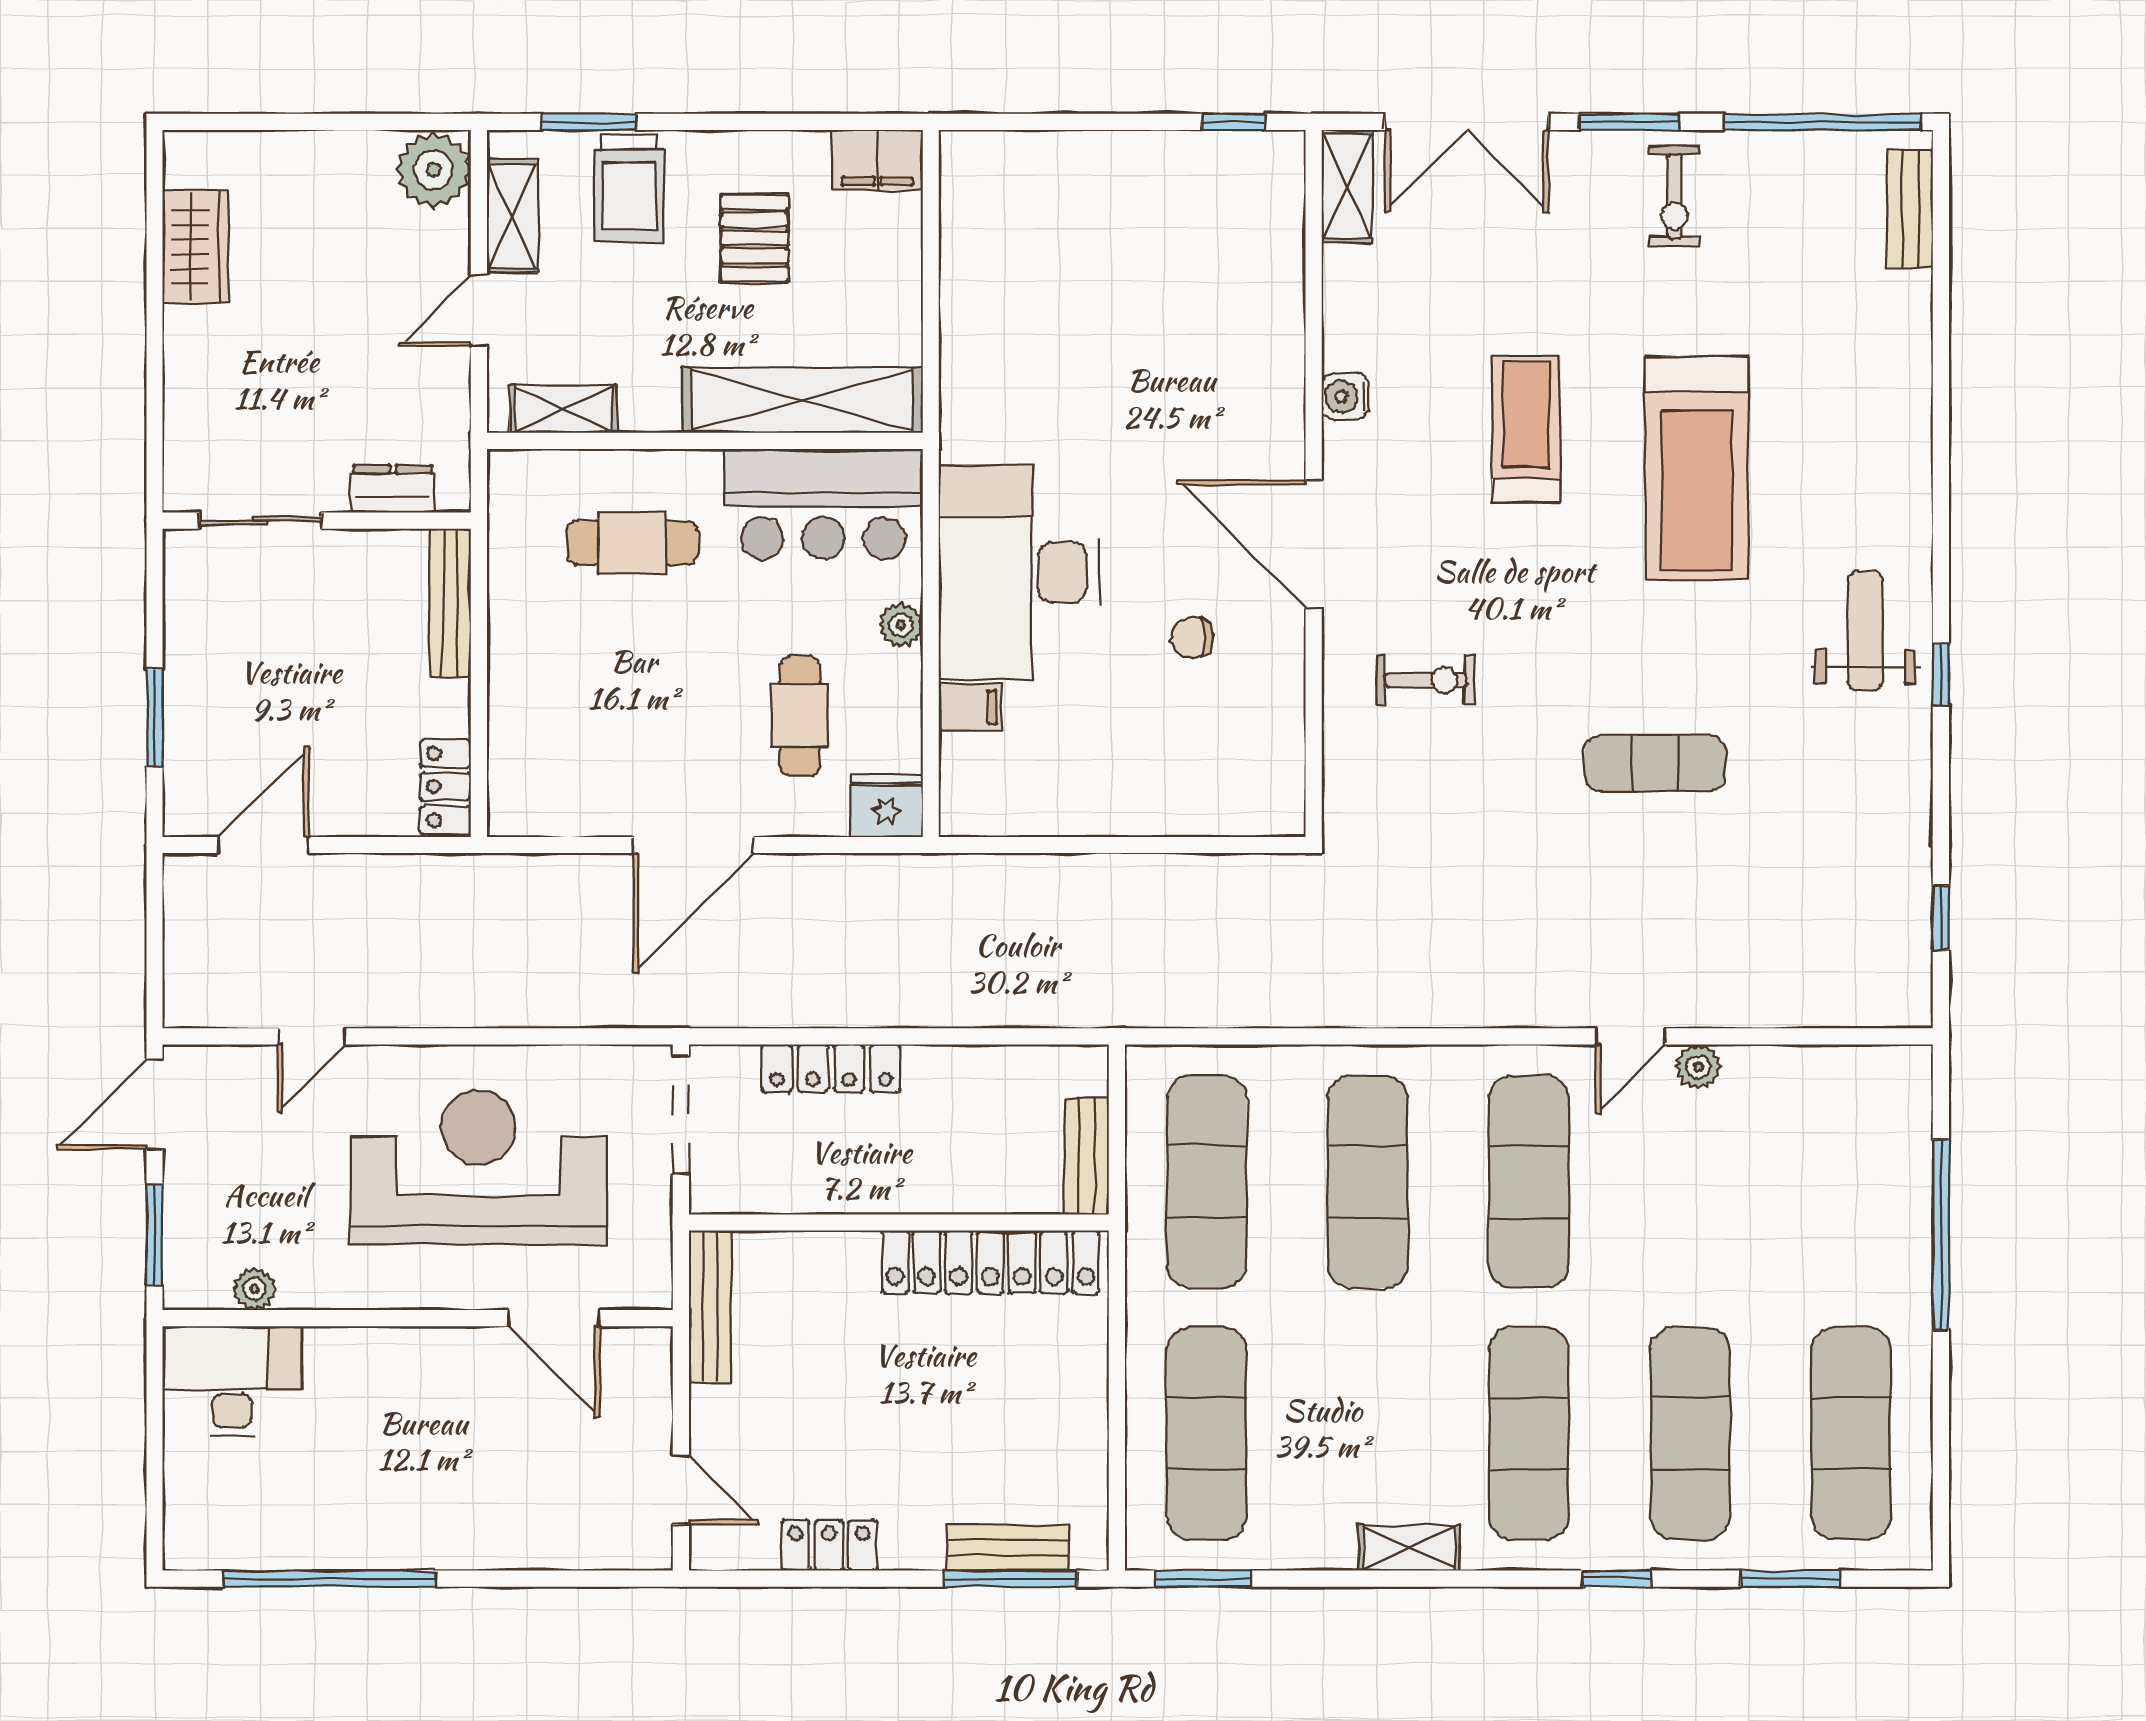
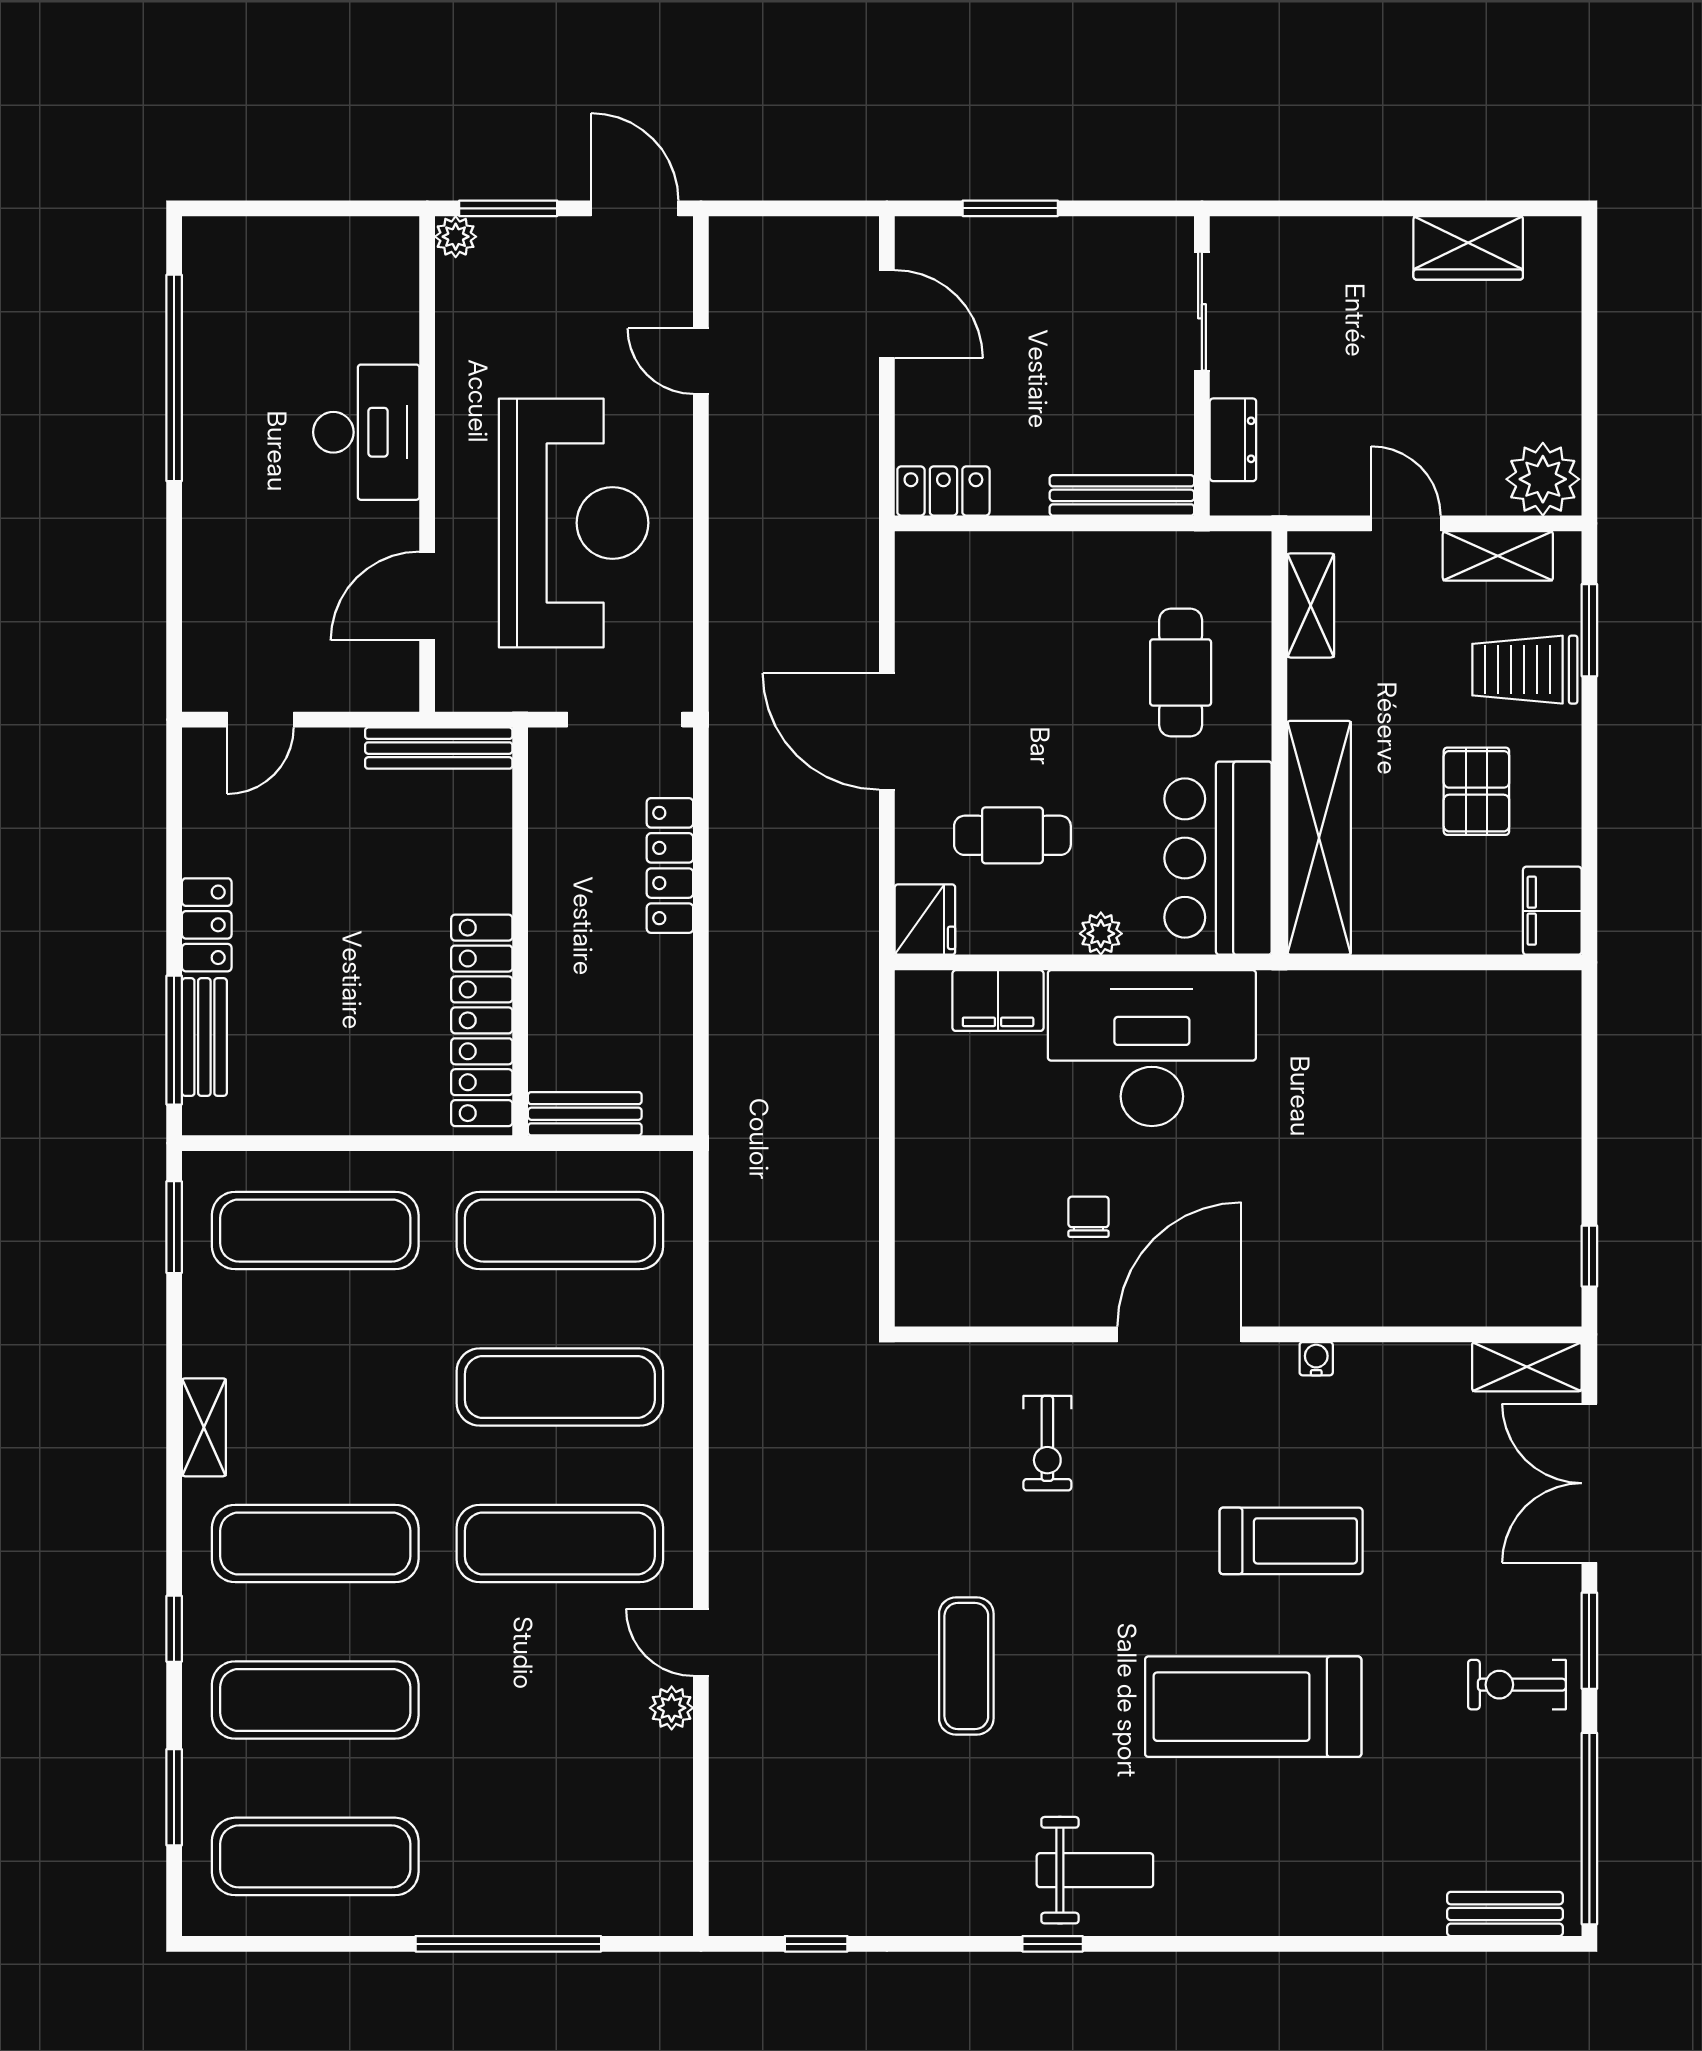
pallet: (755, 238) -> (1476, 791), turned 90
water cooler: (1345, 397) -> (1316, 1359), width x0.72, depth x0.72
filing cabinet: (970, 707) -> (998, 1001), width x2.00
plant: (254, 1289) -> (456, 237), moved
desk: (232, 1381) -> (366, 432), moved
locker: (829, 1545) -> (207, 925), moved

